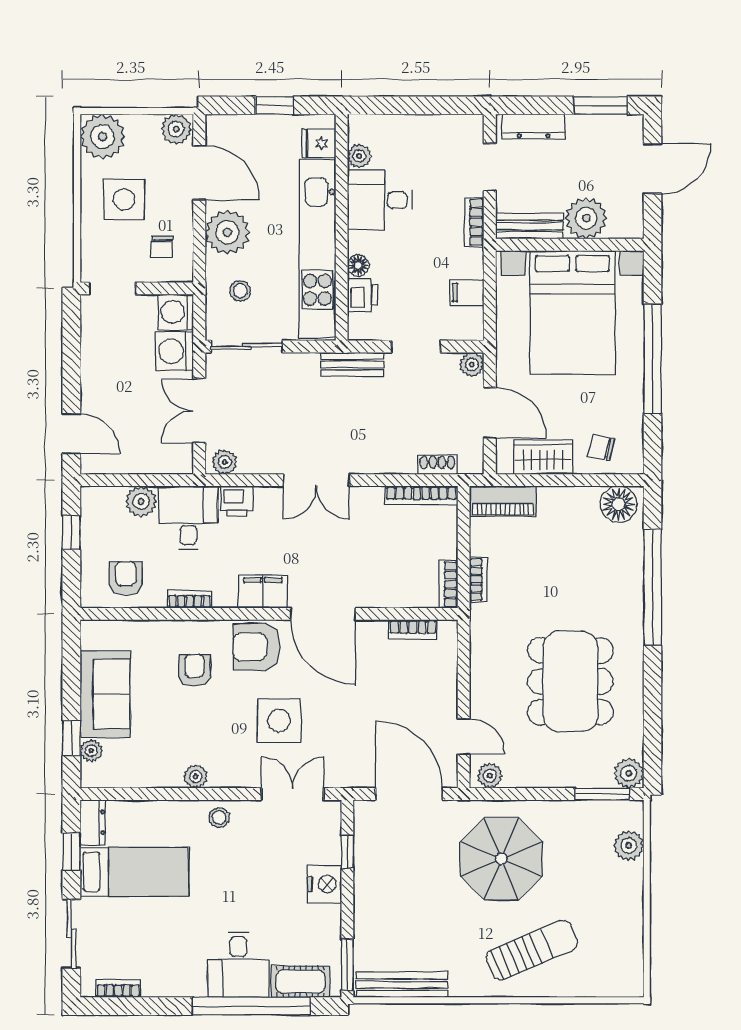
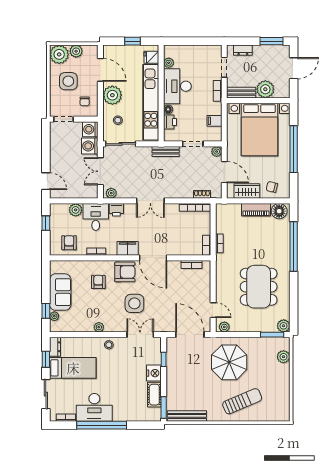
dresser: (533, 126) -> (243, 50), width x0.70
plant: (176, 129) -> (76, 51), moved
desk: (380, 200) -> (177, 86), width x1.37
piano: (503, 501) -> (256, 210), moved
armchair: (257, 647) -> (125, 272), turned 180
desk: (238, 964) -> (94, 407), moved, width x1.37
cot: (300, 982) -> (154, 395), moved, turned 90
window: (251, 1006) -> (102, 425), moved

